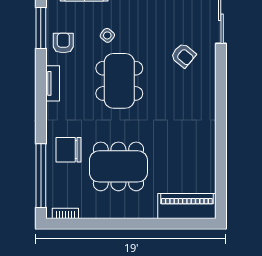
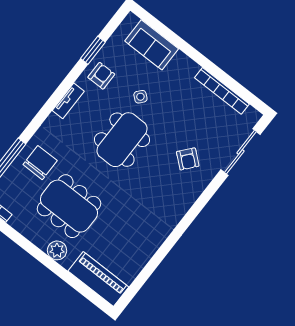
window: (41, 28) -> (93, 50), width x0.69
chair: (69, 150) -> (40, 163), turned 90
plant: (136, 209) -> (57, 250), added

